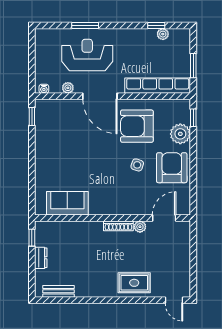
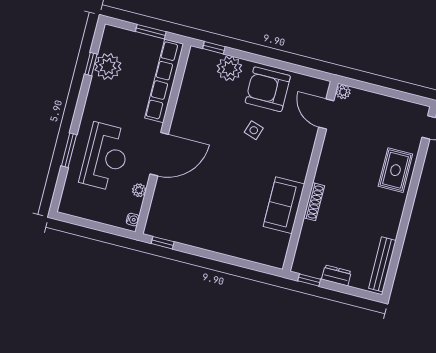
plant: (163, 34) -> (108, 66), width x1.87, depth x1.87
reception desk: (87, 55) -> (105, 157), turned 180
armchair: (137, 126) -> (207, 118), removed
sofa: (67, 203) -> (284, 205), moved
shoe rack: (118, 226) -> (314, 202), moved
plant: (140, 227) -> (343, 92), moved
bench: (59, 291) -> (382, 264), width x1.36

